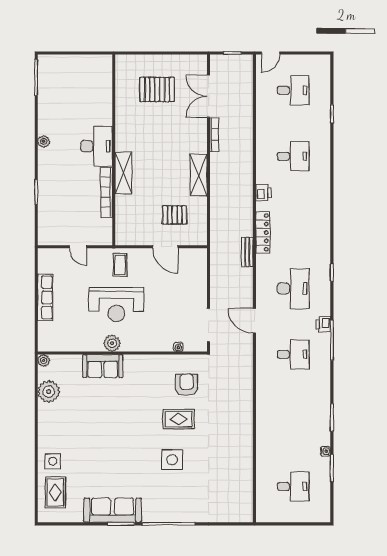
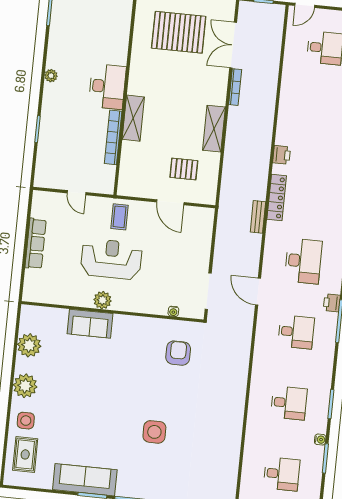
pallet: (157, 89) -> (179, 32), width x1.37, depth x1.41
desk: (293, 156) -> (289, 403), moved
reception desk: (116, 305) -> (111, 259), turned 180
plant: (44, 360) -> (25, 386), moved, width x1.87, depth x1.87
rug: (179, 419) -> (166, 389), removed

